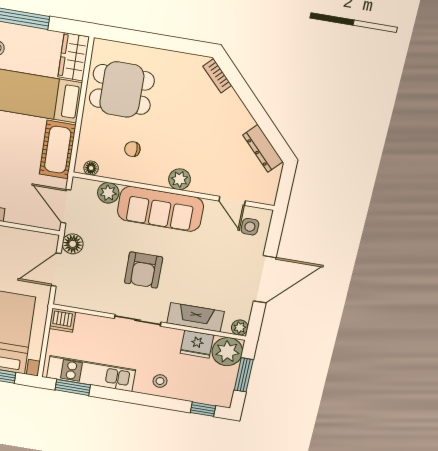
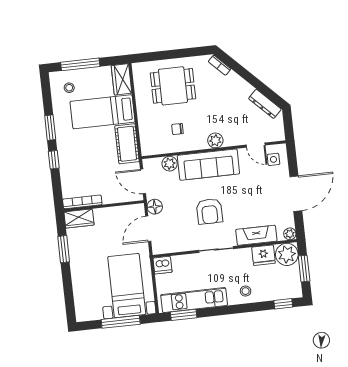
dining table: (122, 90) -> (173, 86), moved
floor lamp: (91, 168) -> (153, 150), removed

